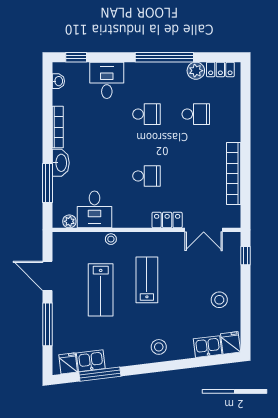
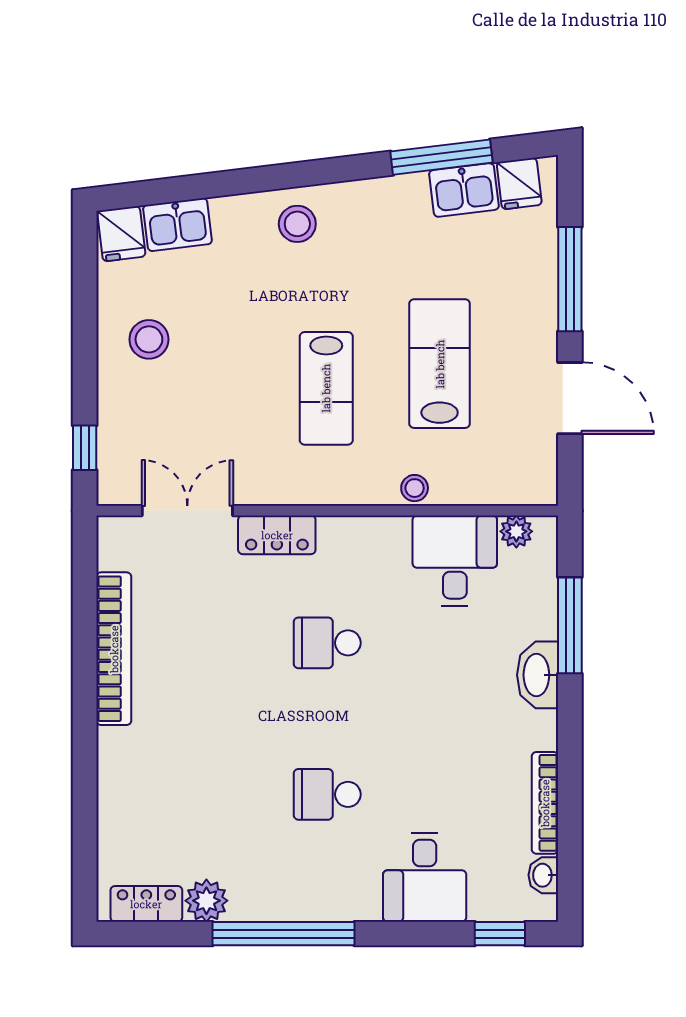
school desk: (196, 114) -> (207, 794), removed
bookcase: (58, 127) -> (545, 803), moved

